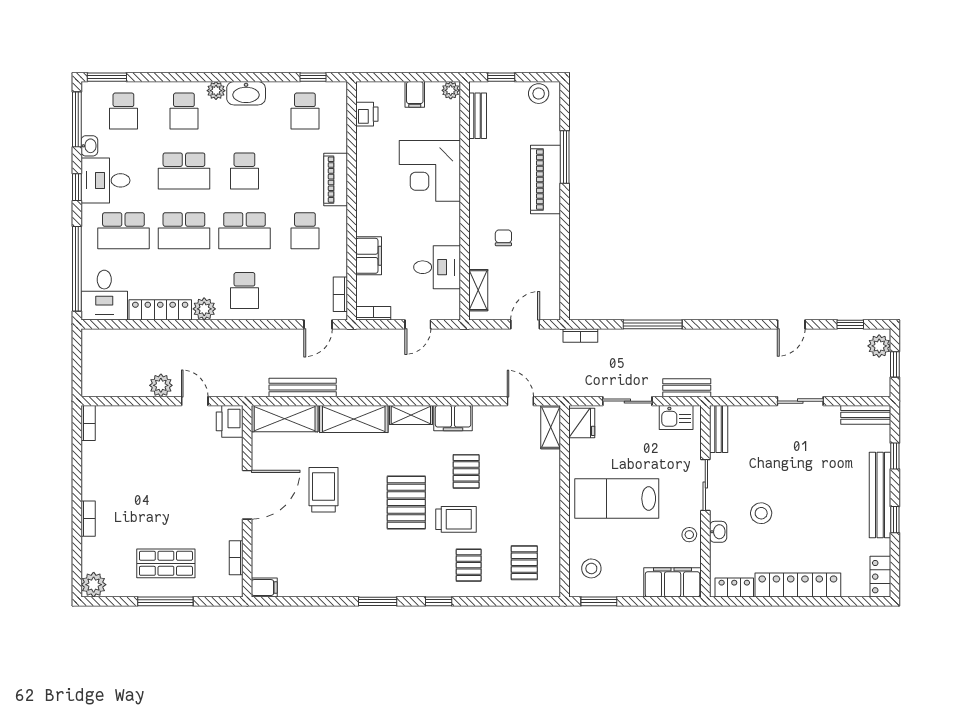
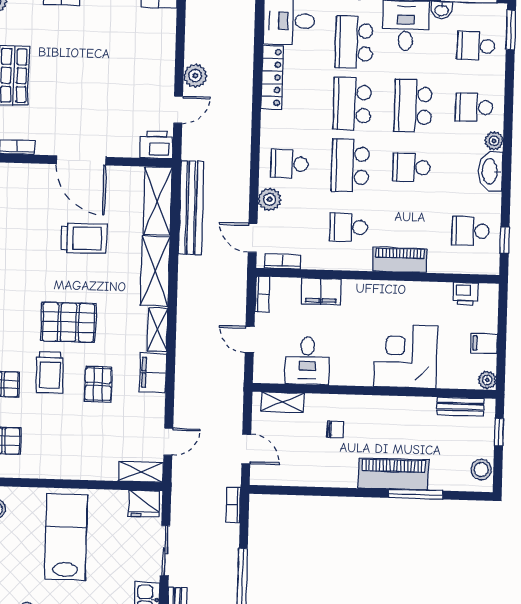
plant: (204, 309) -> (270, 199), moved
bench: (303, 387) -> (191, 208), width x1.37, depth x1.21
pallet: (466, 471) -> (98, 384), turned 90

